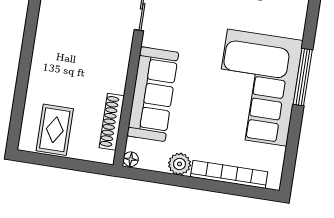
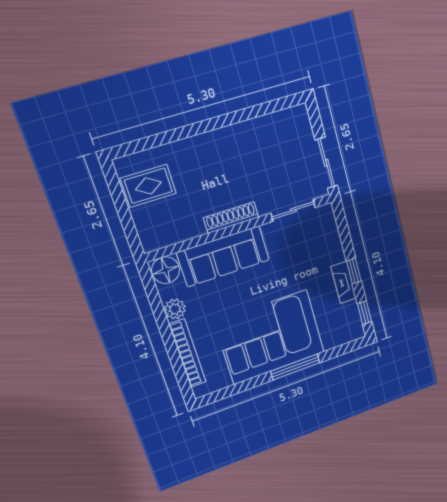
shoe rack: (112, 122) -> (231, 217), moved
floor lamp: (131, 159) -> (166, 270), width x1.89, depth x1.89

